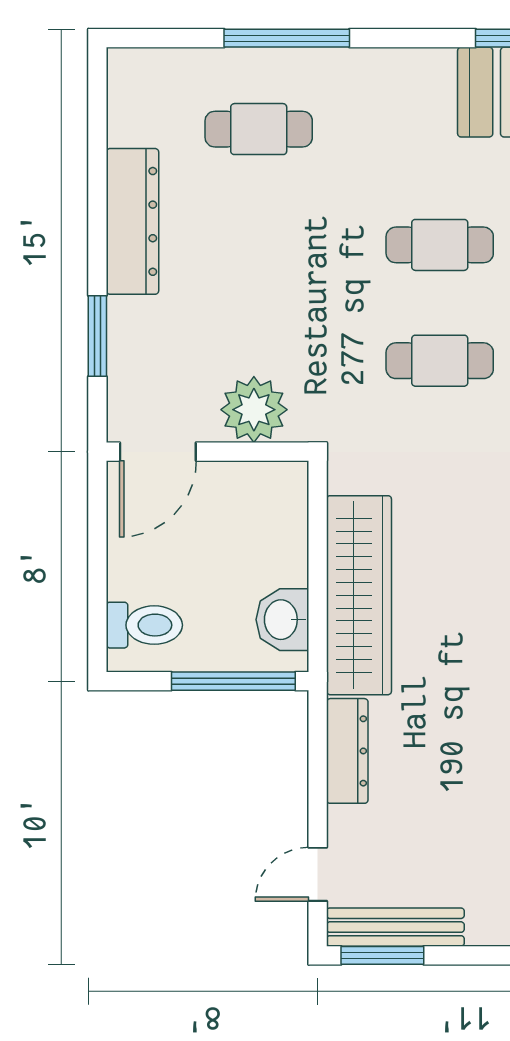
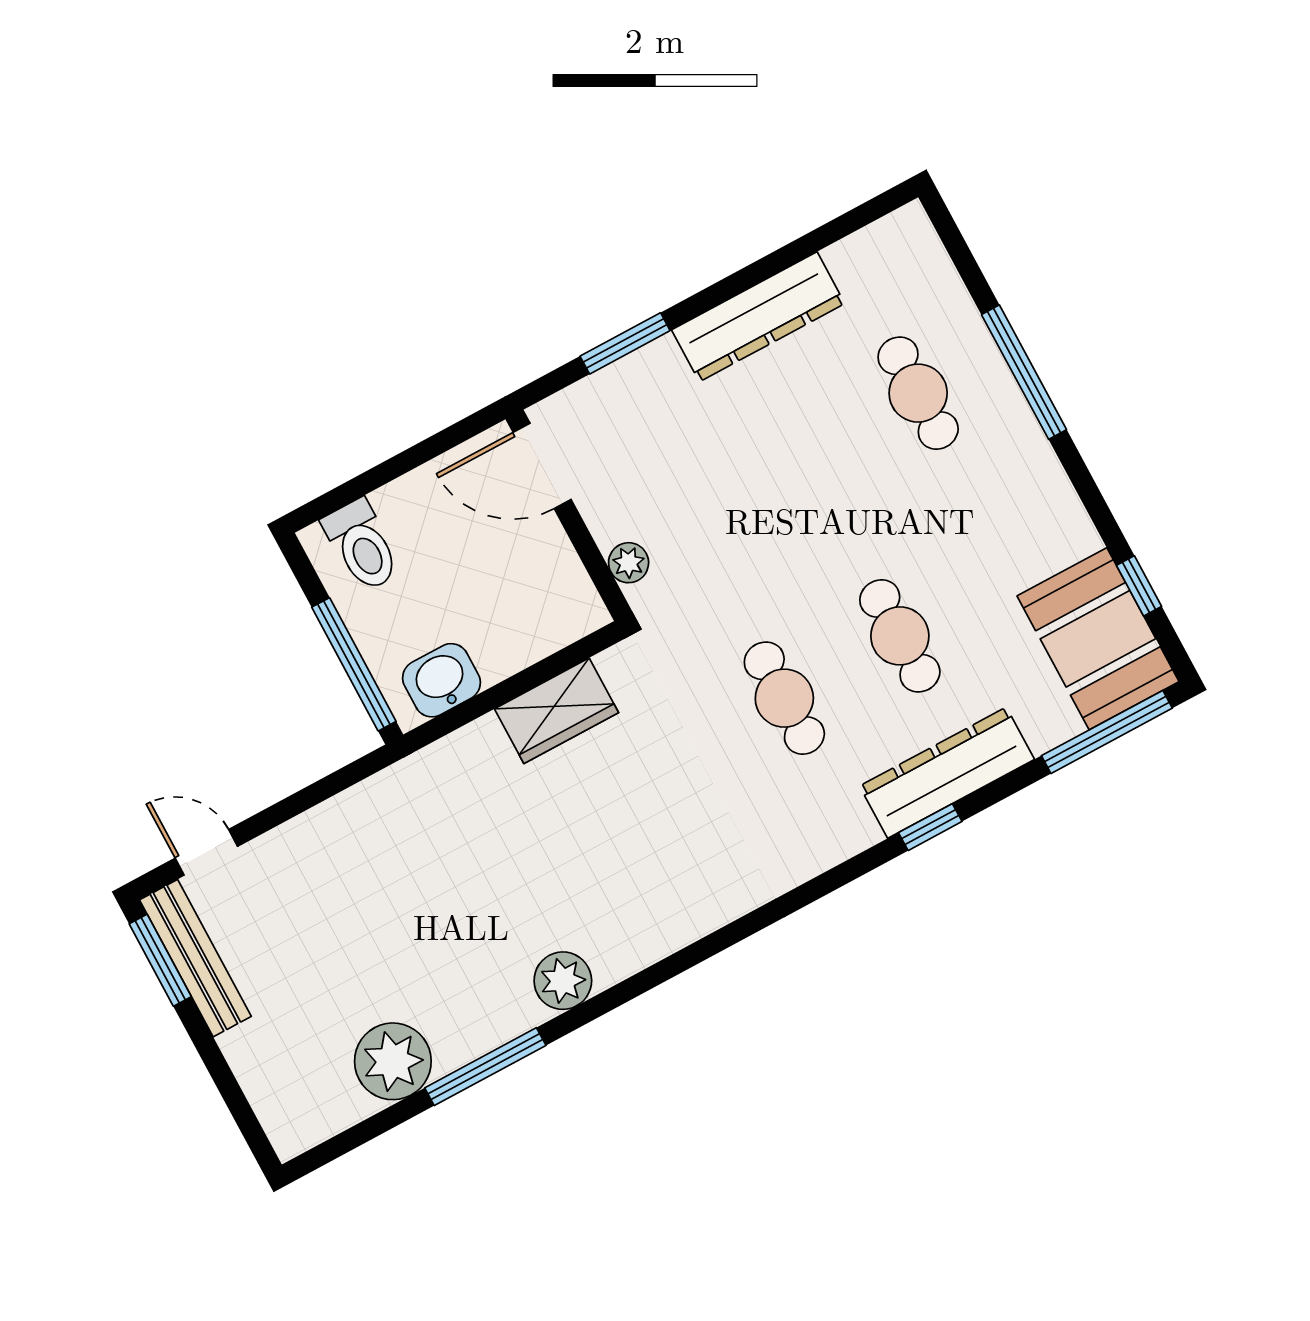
plant: (254, 410) -> (629, 563), width x0.53, depth x0.53
wardrobe: (359, 595) -> (557, 711), width x0.48, depth x0.85
dresser: (347, 751) -> (345, 816), removed

